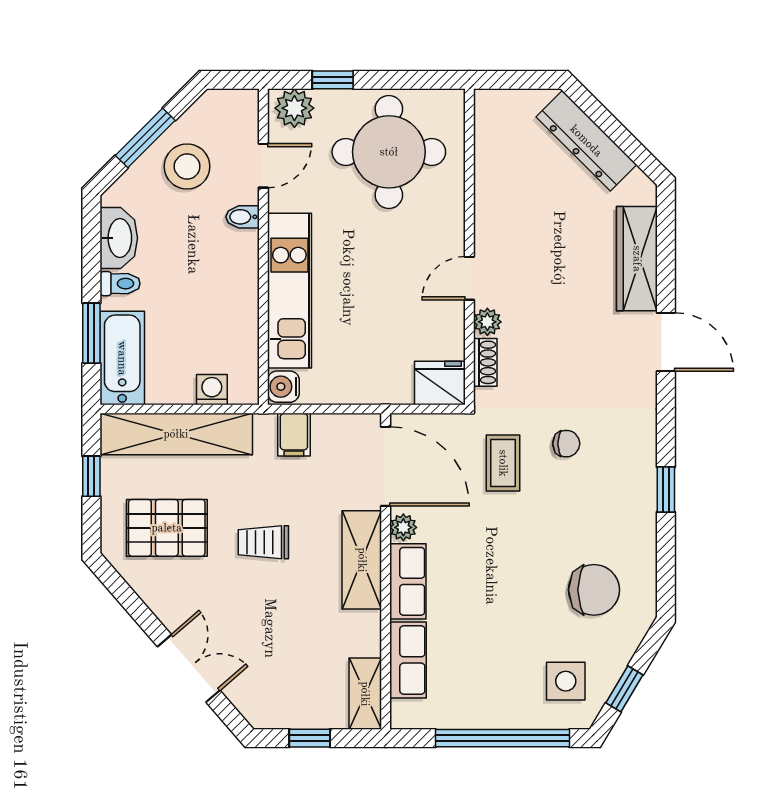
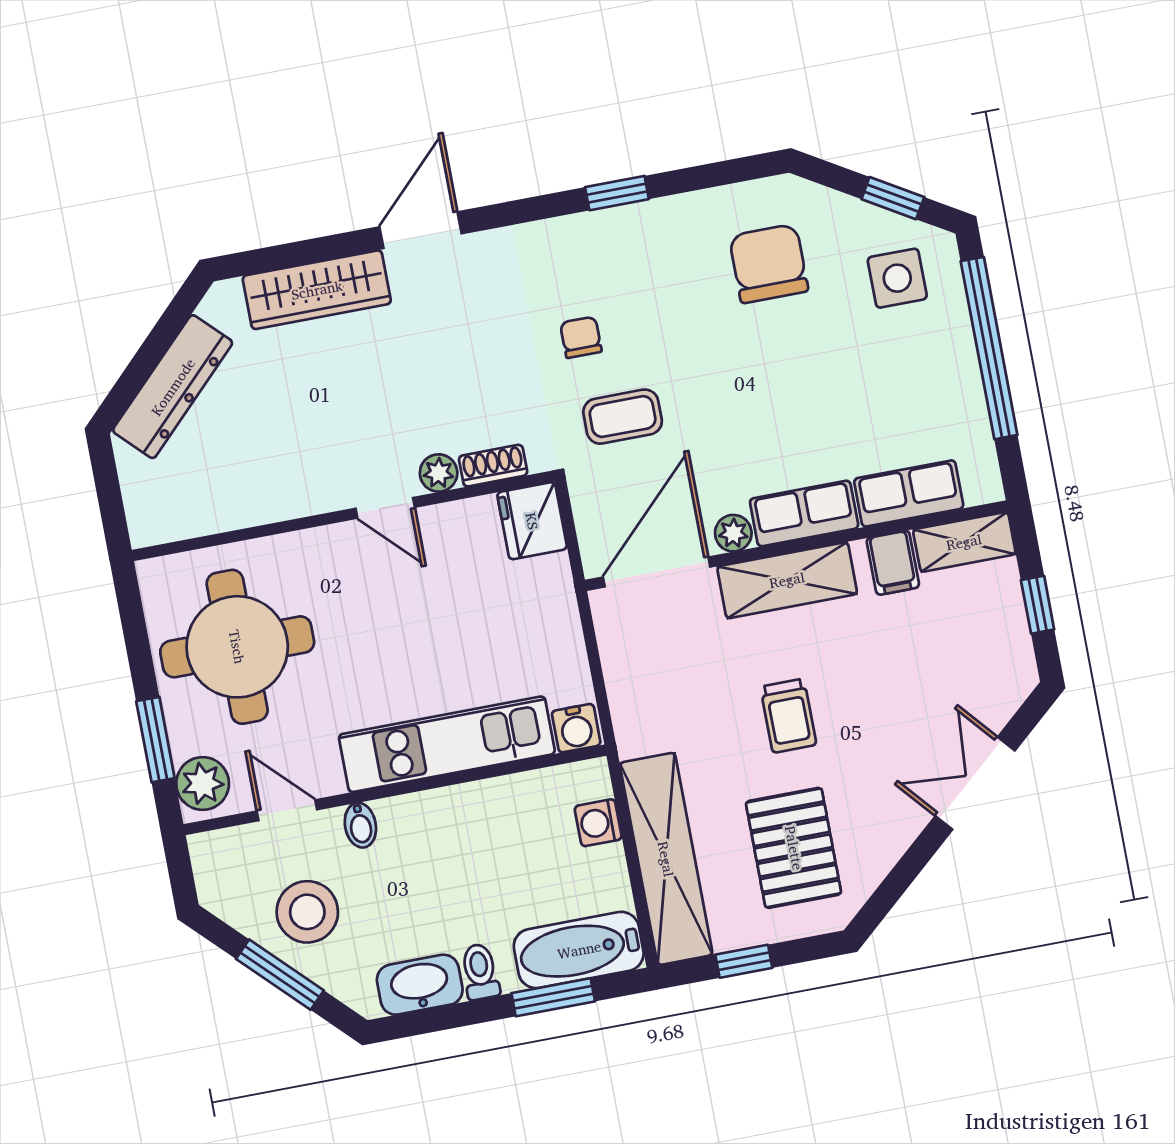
window: (333, 80) -> (155, 740), width x1.50
filing cabinet: (294, 435) -> (893, 563), moved, turned 90

